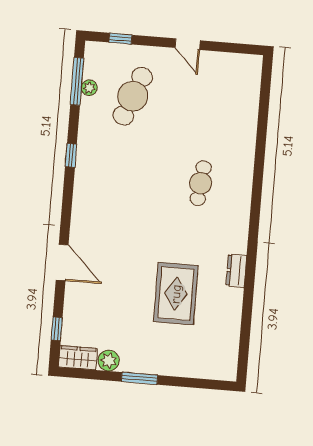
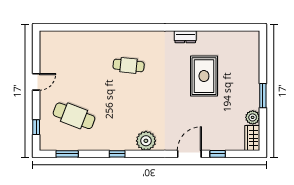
window: (77, 81) -> (67, 154), width x0.69
plant: (89, 88) -> (146, 141), moved, width x1.87, depth x1.87
rug: (176, 294) -> (204, 76), turned 90
window: (57, 329) -> (218, 154), moved

